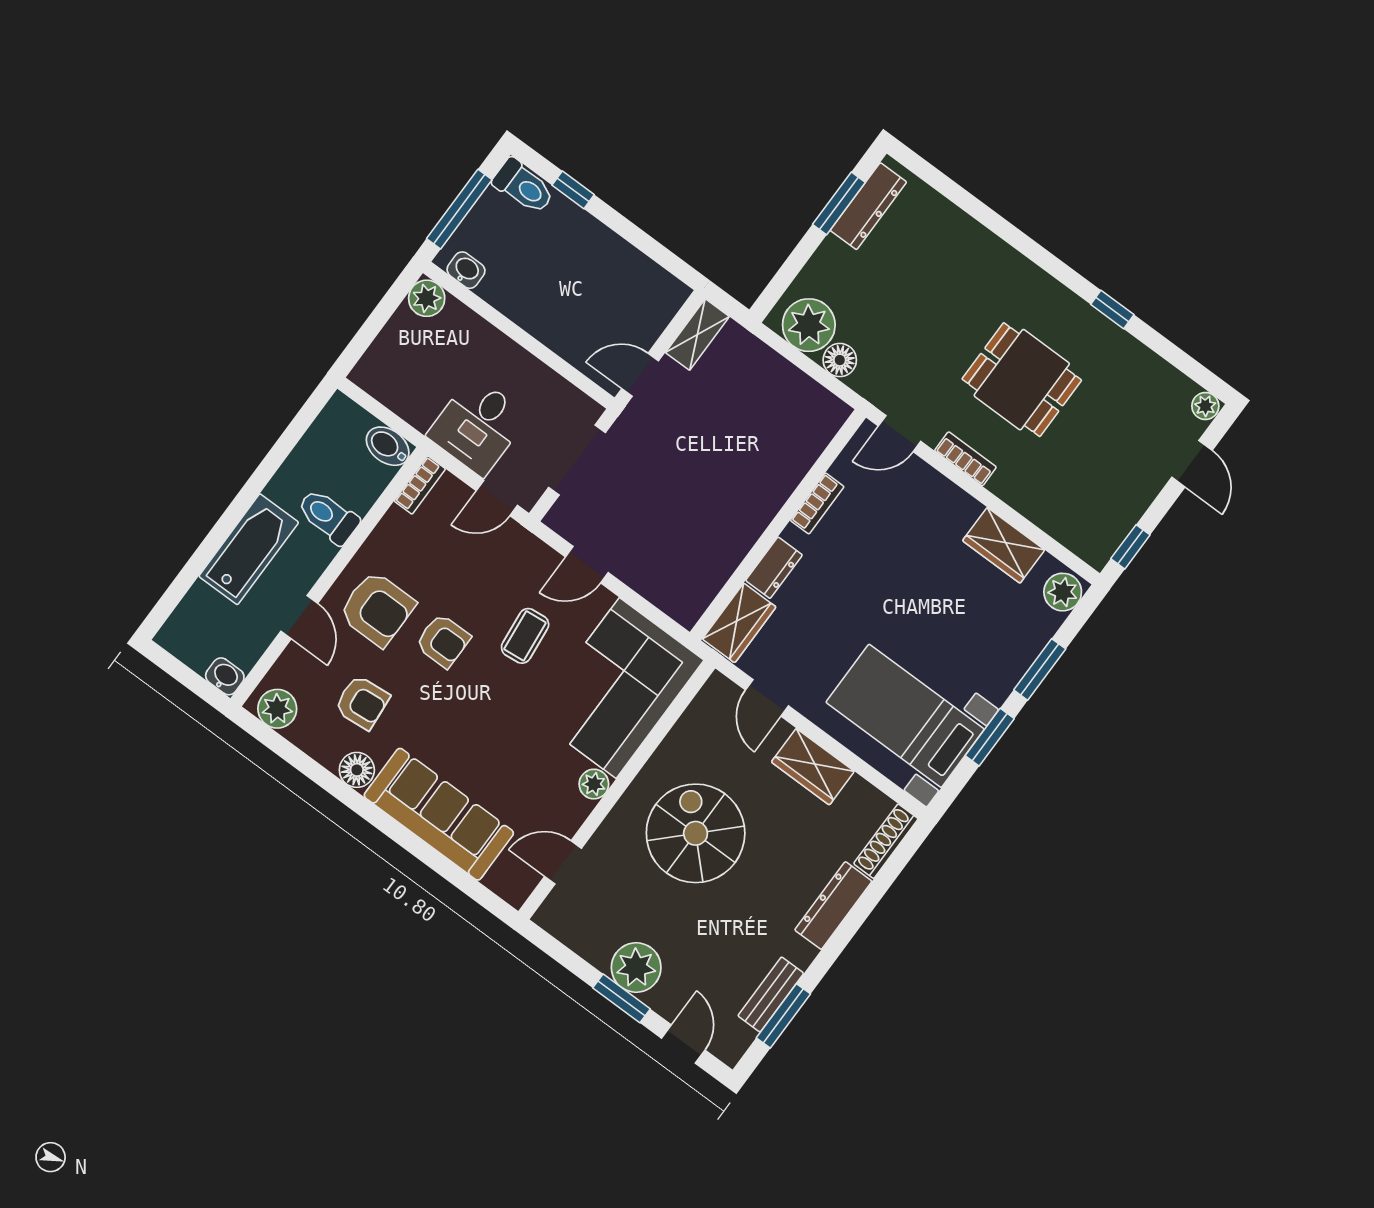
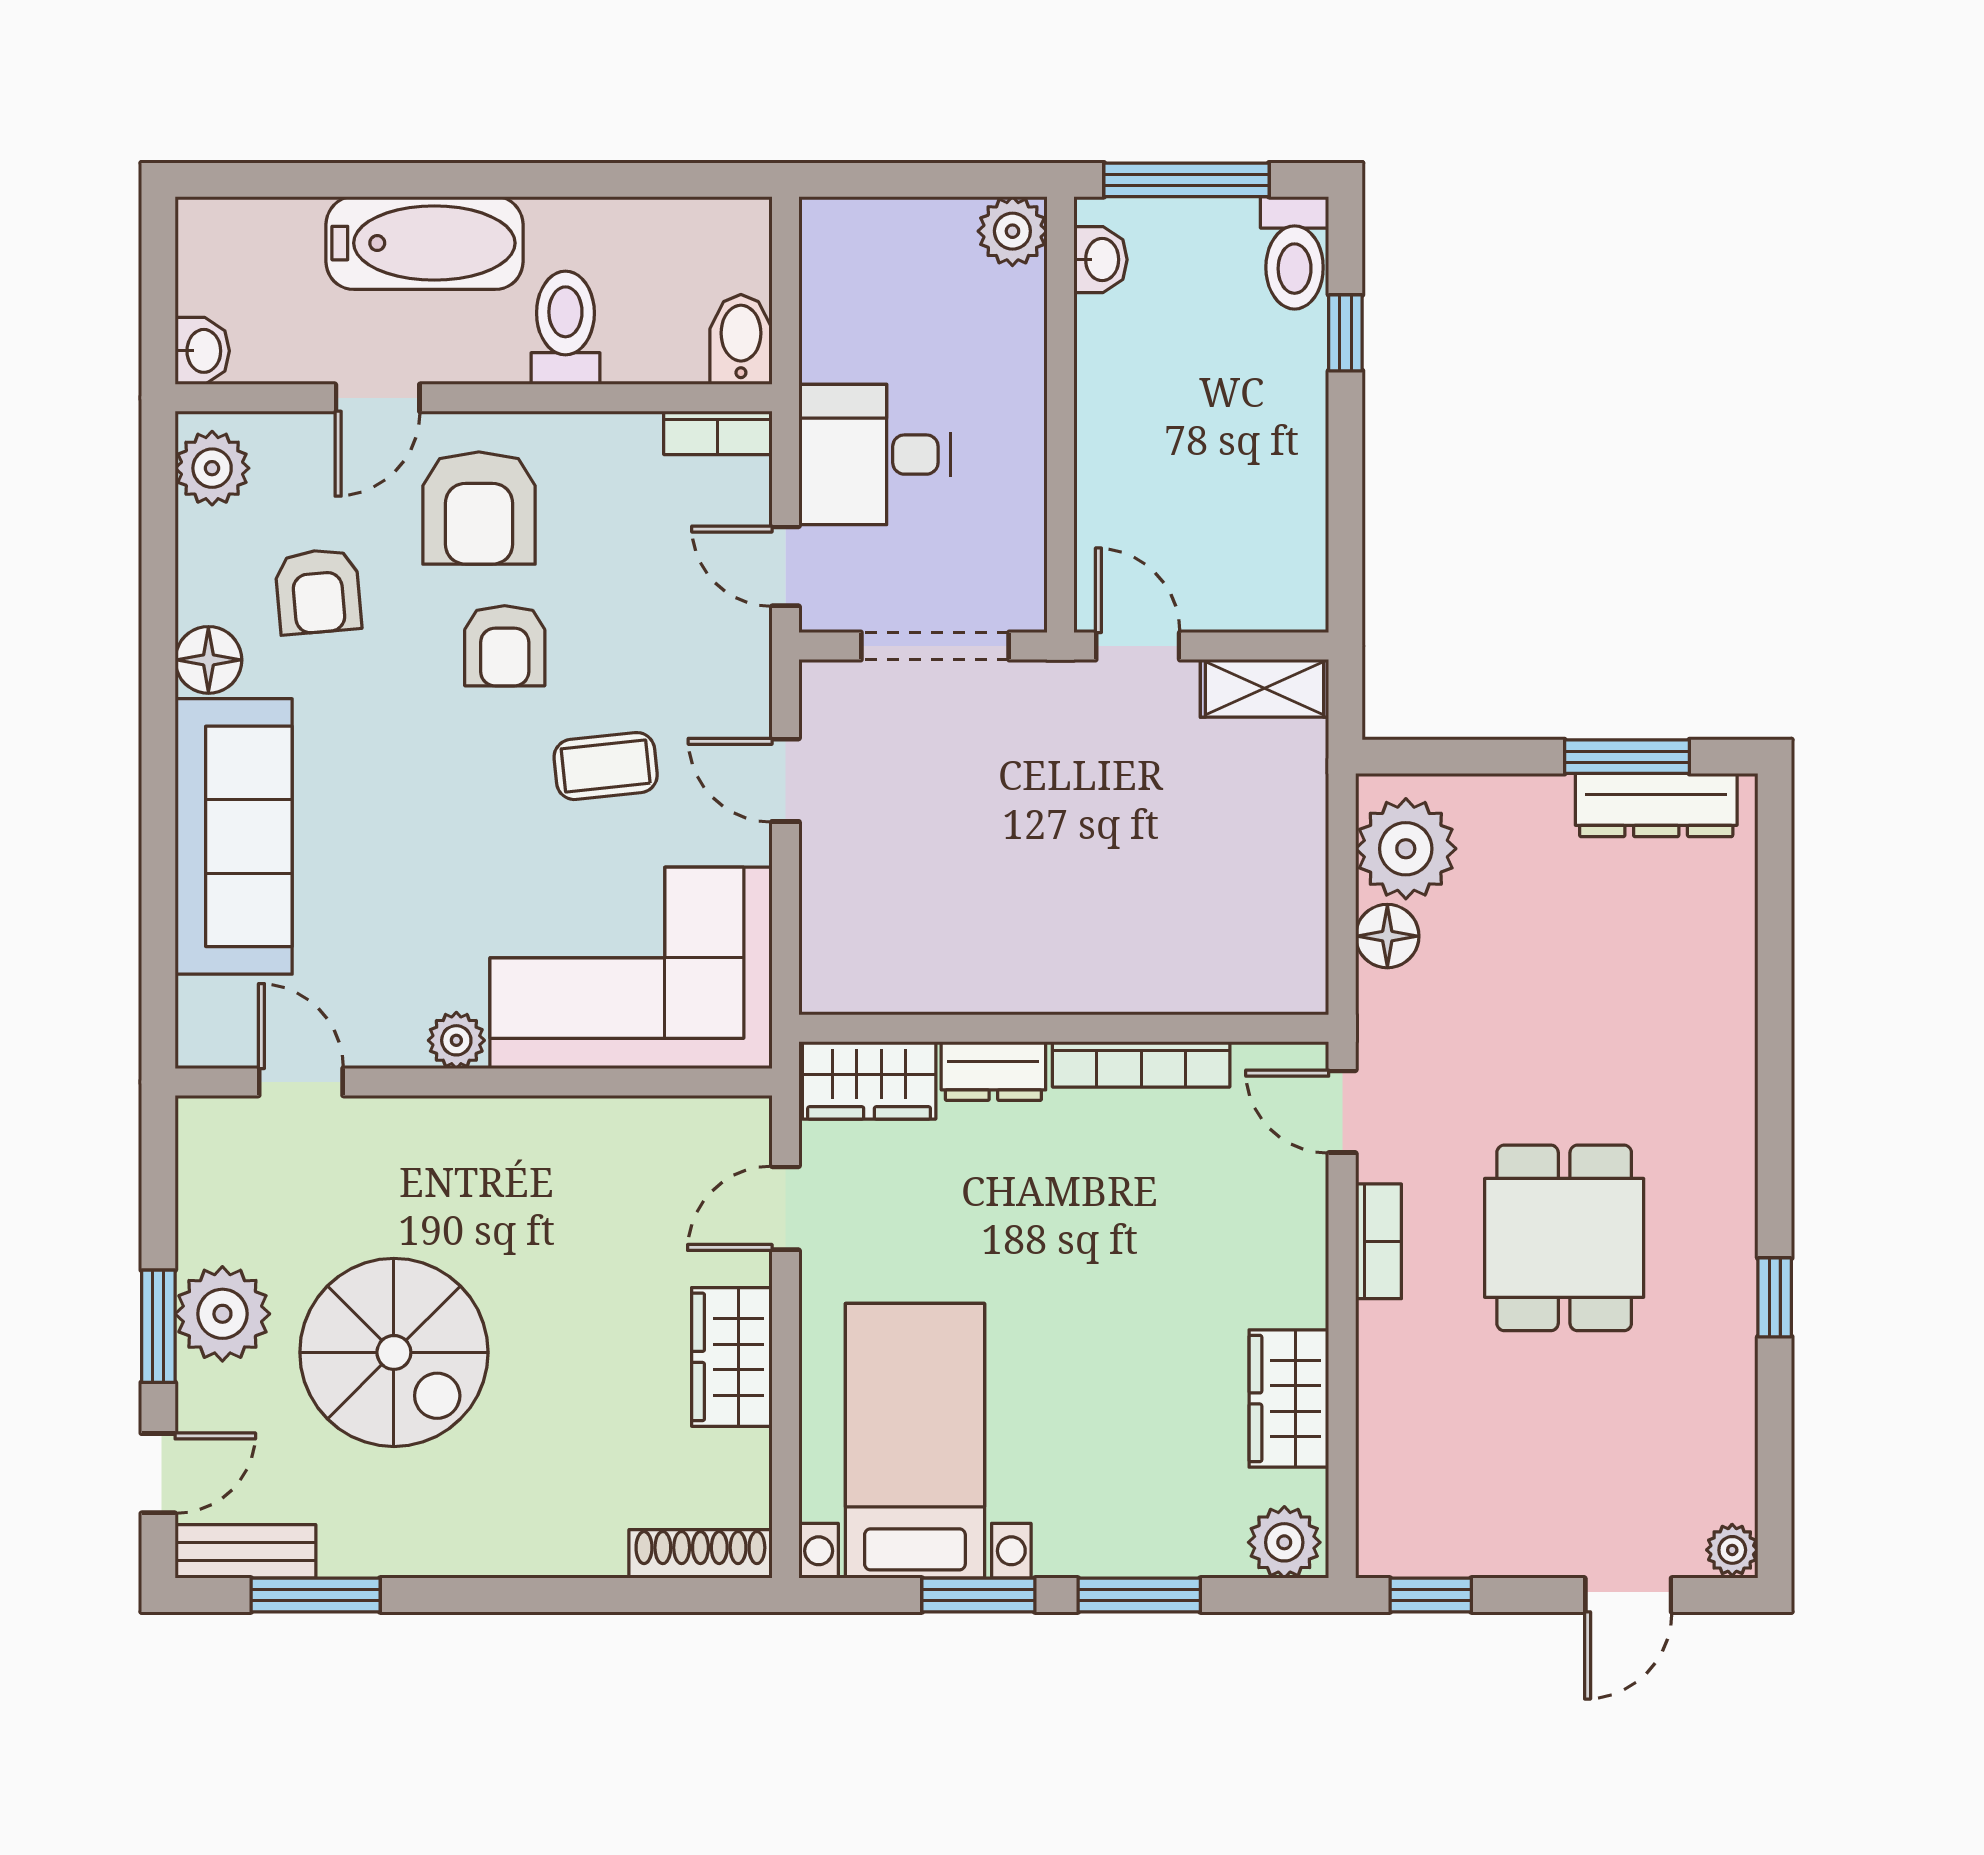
bookcase: (817, 503) -> (1141, 1064), width x1.56
spiral stairs: (696, 833) -> (394, 1352), moved, turned 90
dresser: (833, 906) -> (542, 1546), removed
bench: (771, 994) -> (245, 1551), moved

